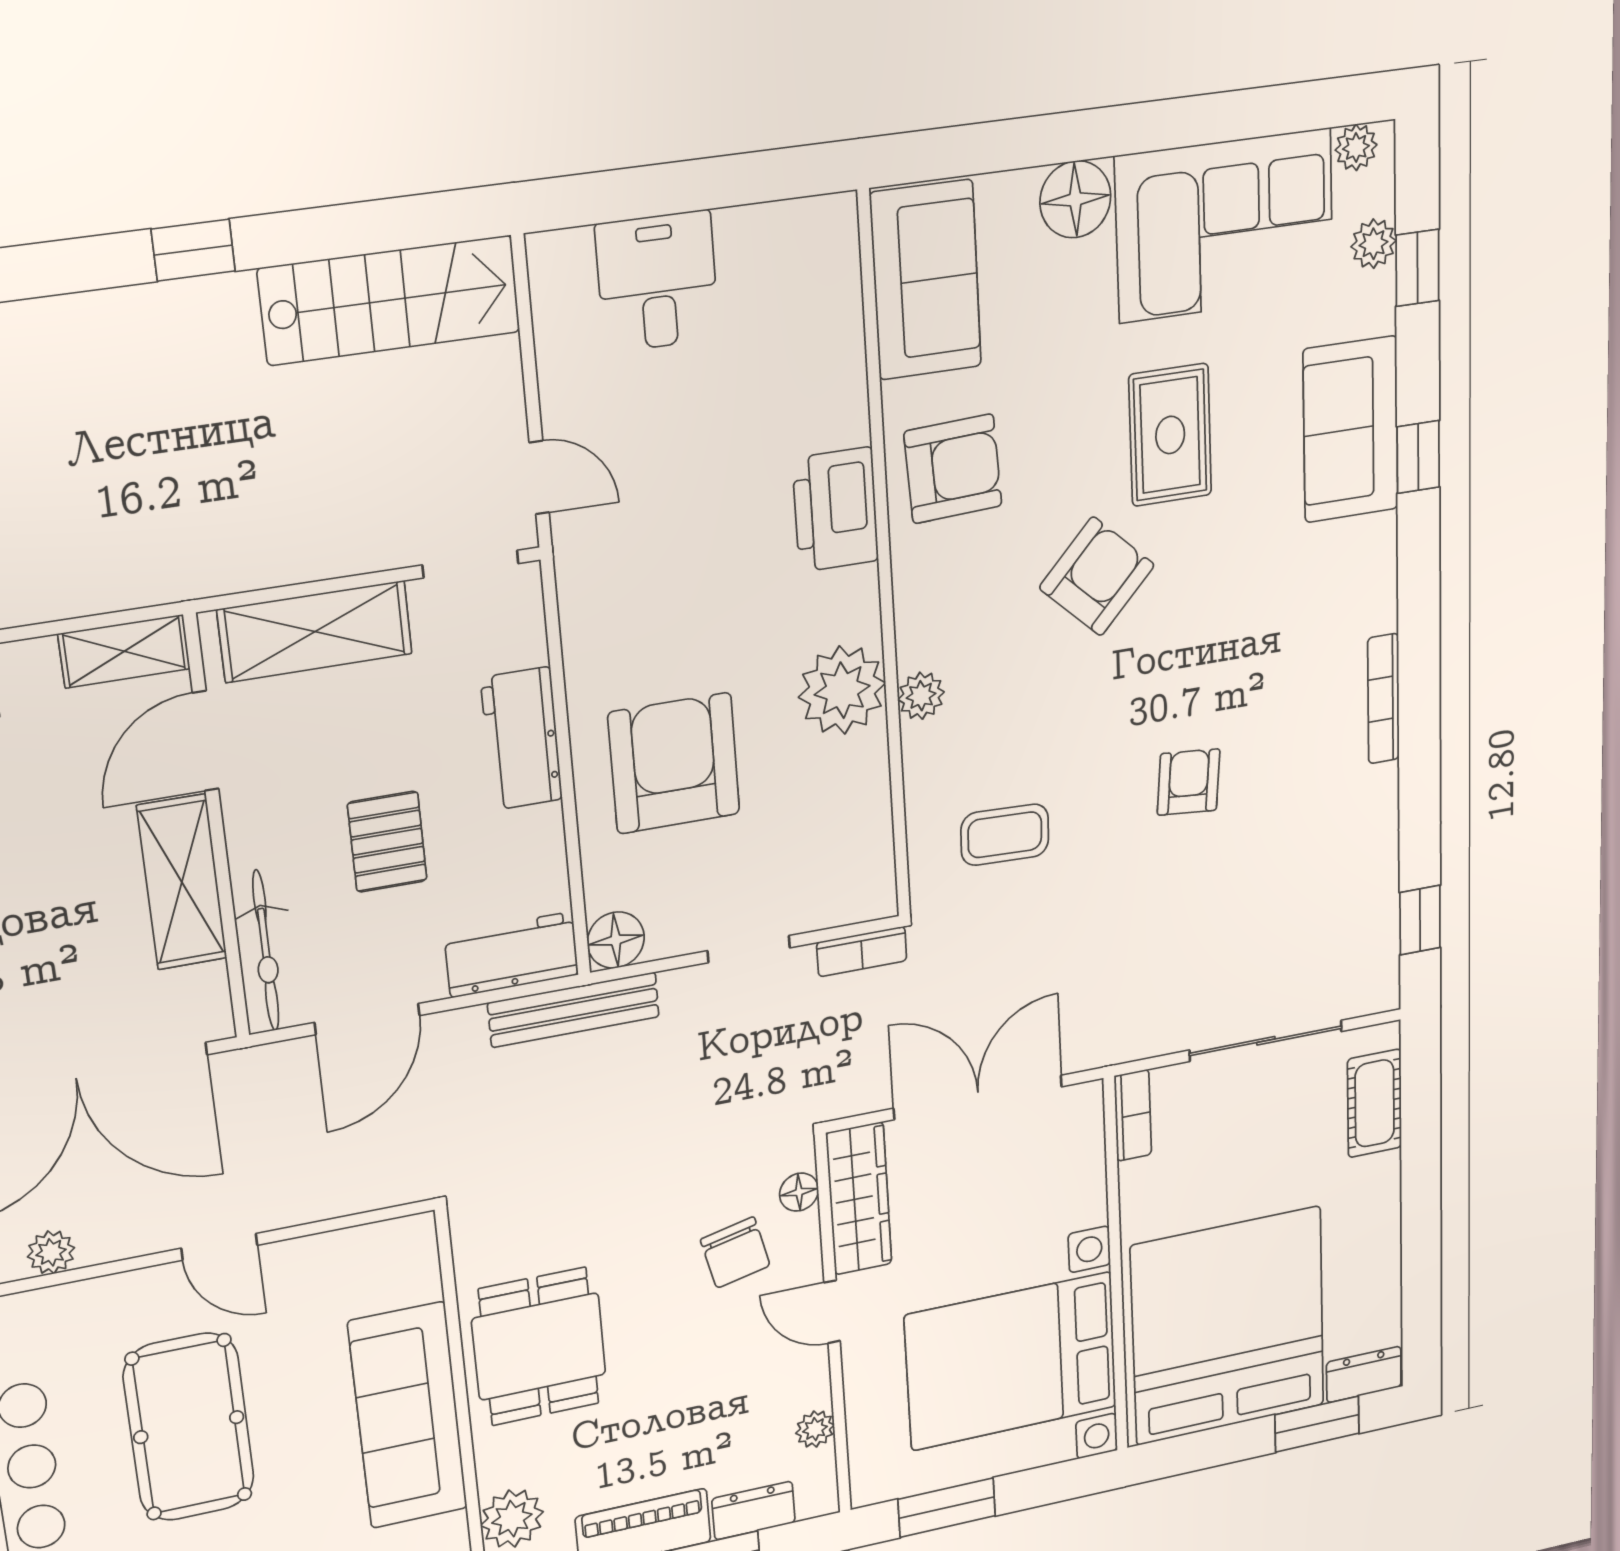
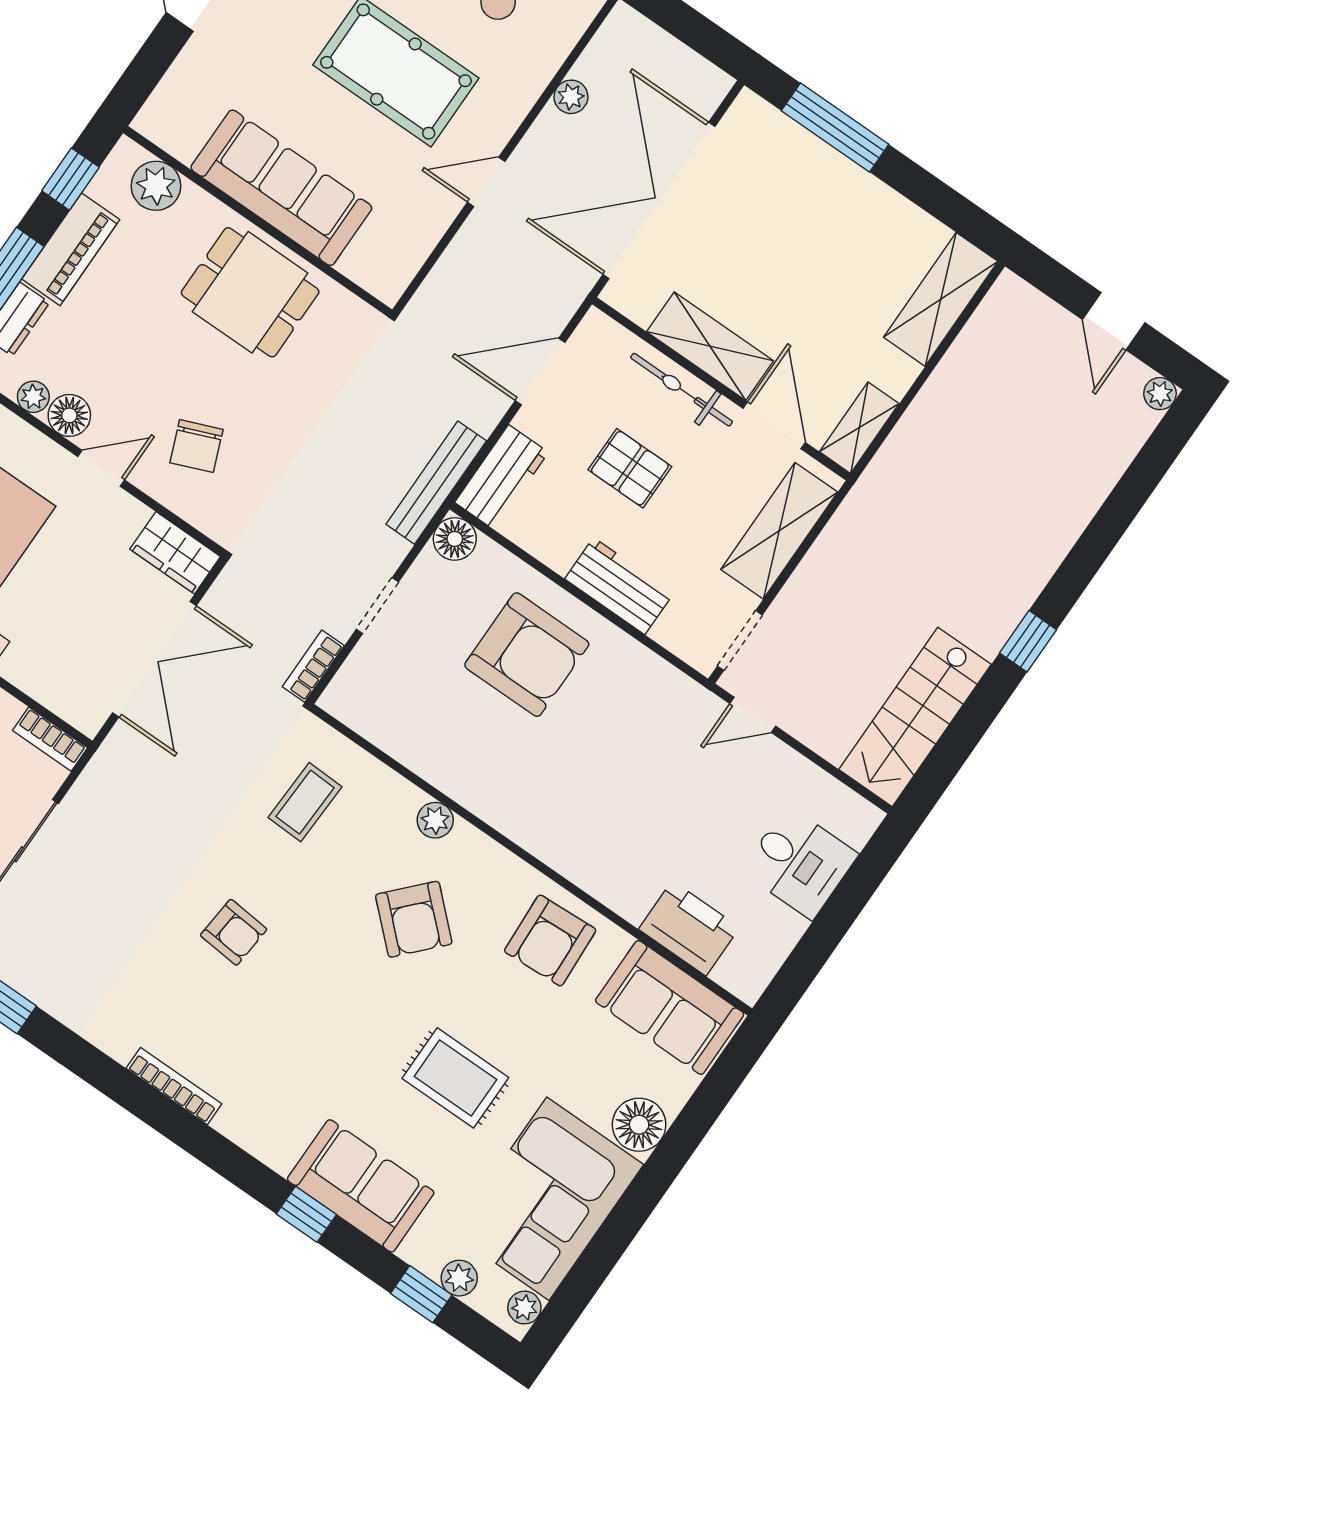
printer: (836, 510) -> (689, 928), moved
armchair: (1097, 576) -> (414, 919), moved
plant: (842, 690) -> (481, 779), removed
bicycle: (266, 951) -> (682, 390), moved
door: (367, 1019) -> (540, 371), hinge flipped
floor lamp: (799, 1192) -> (69, 415), moved, width x1.37, depth x1.37
wardrobe: (859, 1199) -> (175, 553), width x0.67
chair: (735, 1253) -> (196, 446), turned -99

